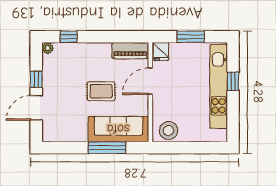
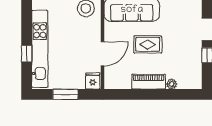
window: (69, 37) -> (177, 94), removed
plant: (48, 48) -> (172, 84), moved
piano: (130, 51) -> (149, 82), moved

